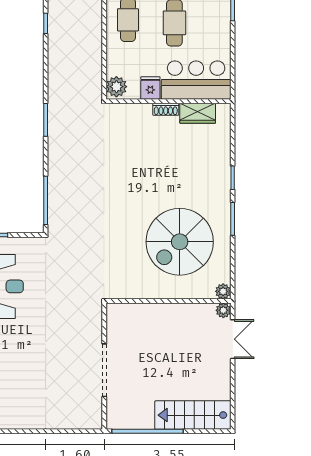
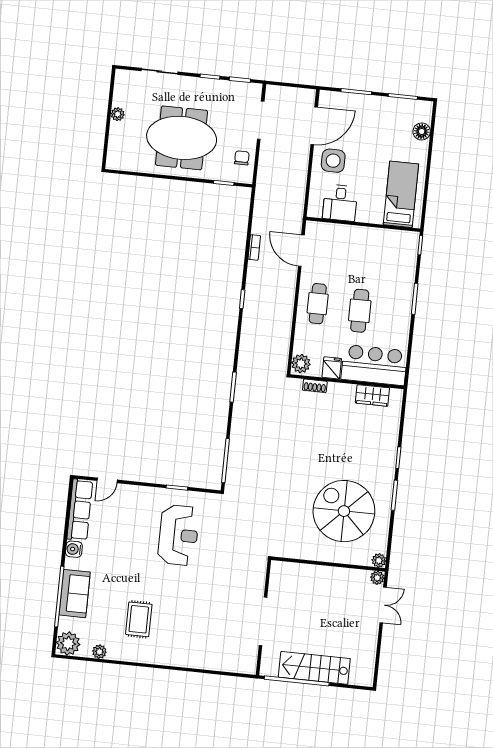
shoe rack: (166, 109) -> (315, 386), moved
spiral stairs: (180, 242) -> (344, 511), turned 90
stairs: (193, 415) -> (314, 668), moved

